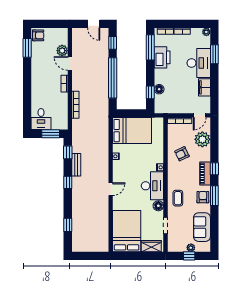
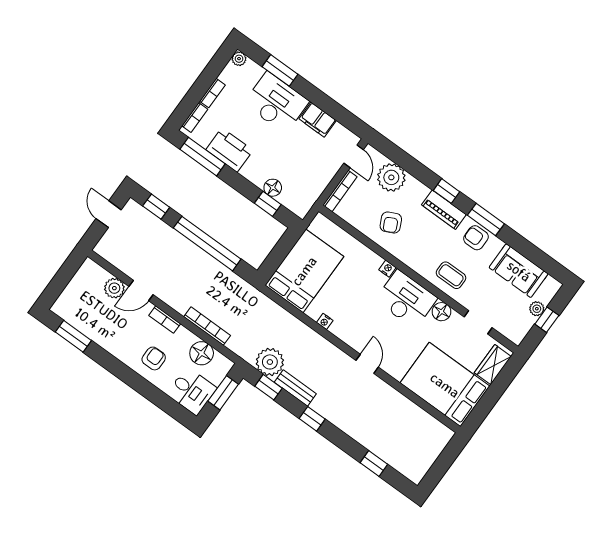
door: (94, 24) -> (109, 214), swing flipped
armchair: (38, 35) -> (154, 358), moved
floor lamp: (61, 111) -> (202, 353), added
plant: (80, 145) -> (270, 362), added

